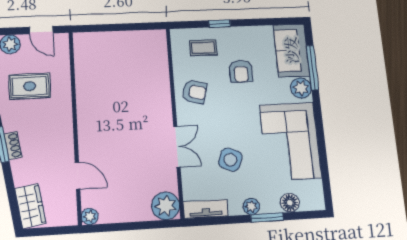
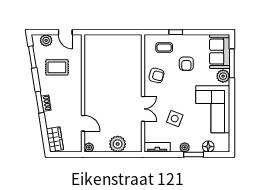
plant: (166, 206) -> (118, 144), moved

